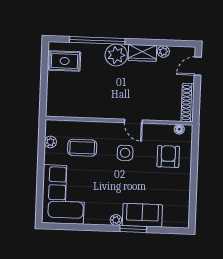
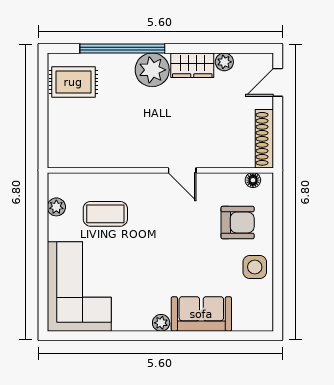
side table: (125, 153) -> (255, 267), moved
armchair: (168, 157) -> (238, 223), turned 90
window: (133, 229) -> (188, 336), removed

